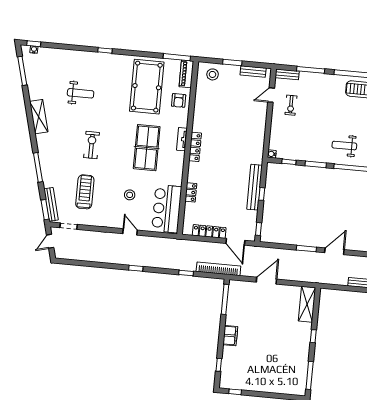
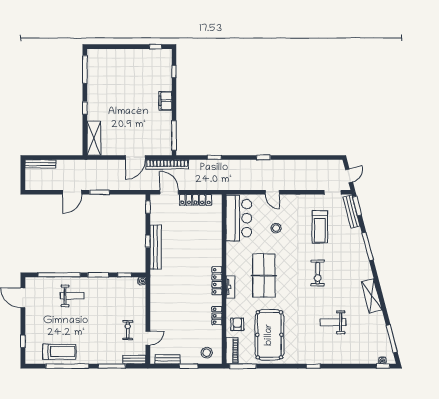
locker: (191, 192) -> (217, 316), moved
bookcase: (218, 269) -> (167, 164), moved

